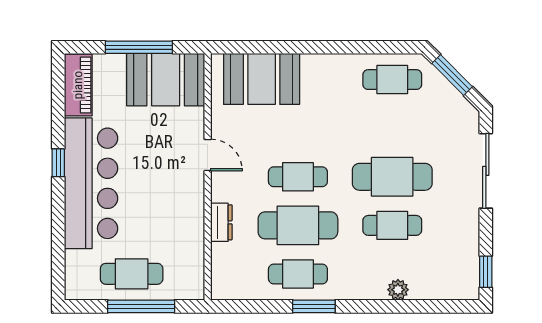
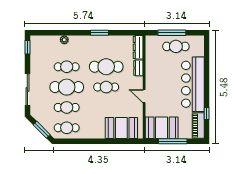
window: (58, 163) -> (207, 114), moved
dresser: (222, 272) -> (138, 47), added
cafe table: (298, 274) -> (67, 107), moved

